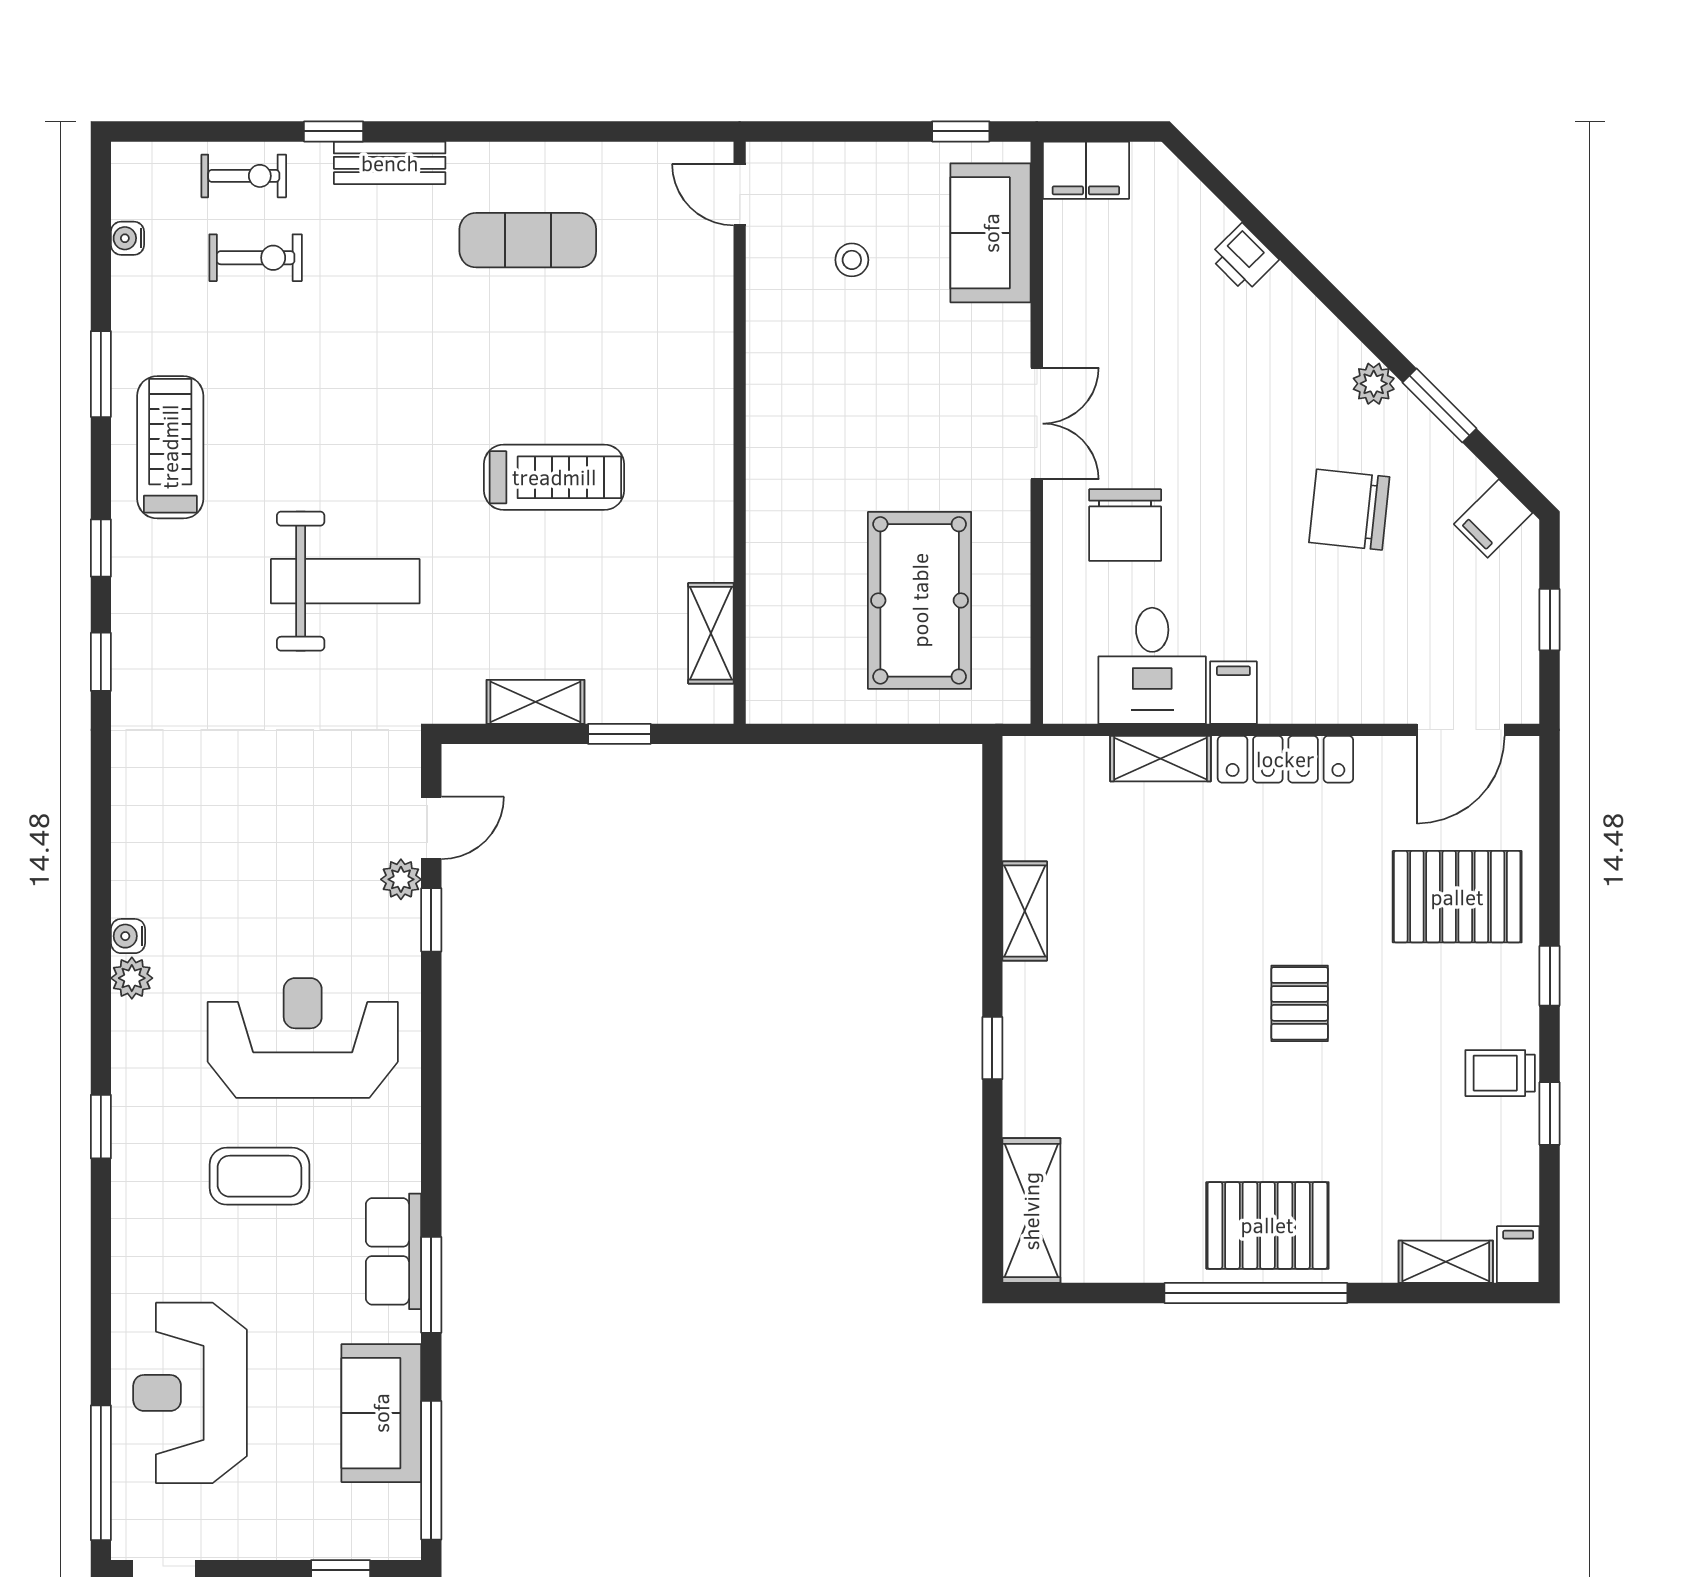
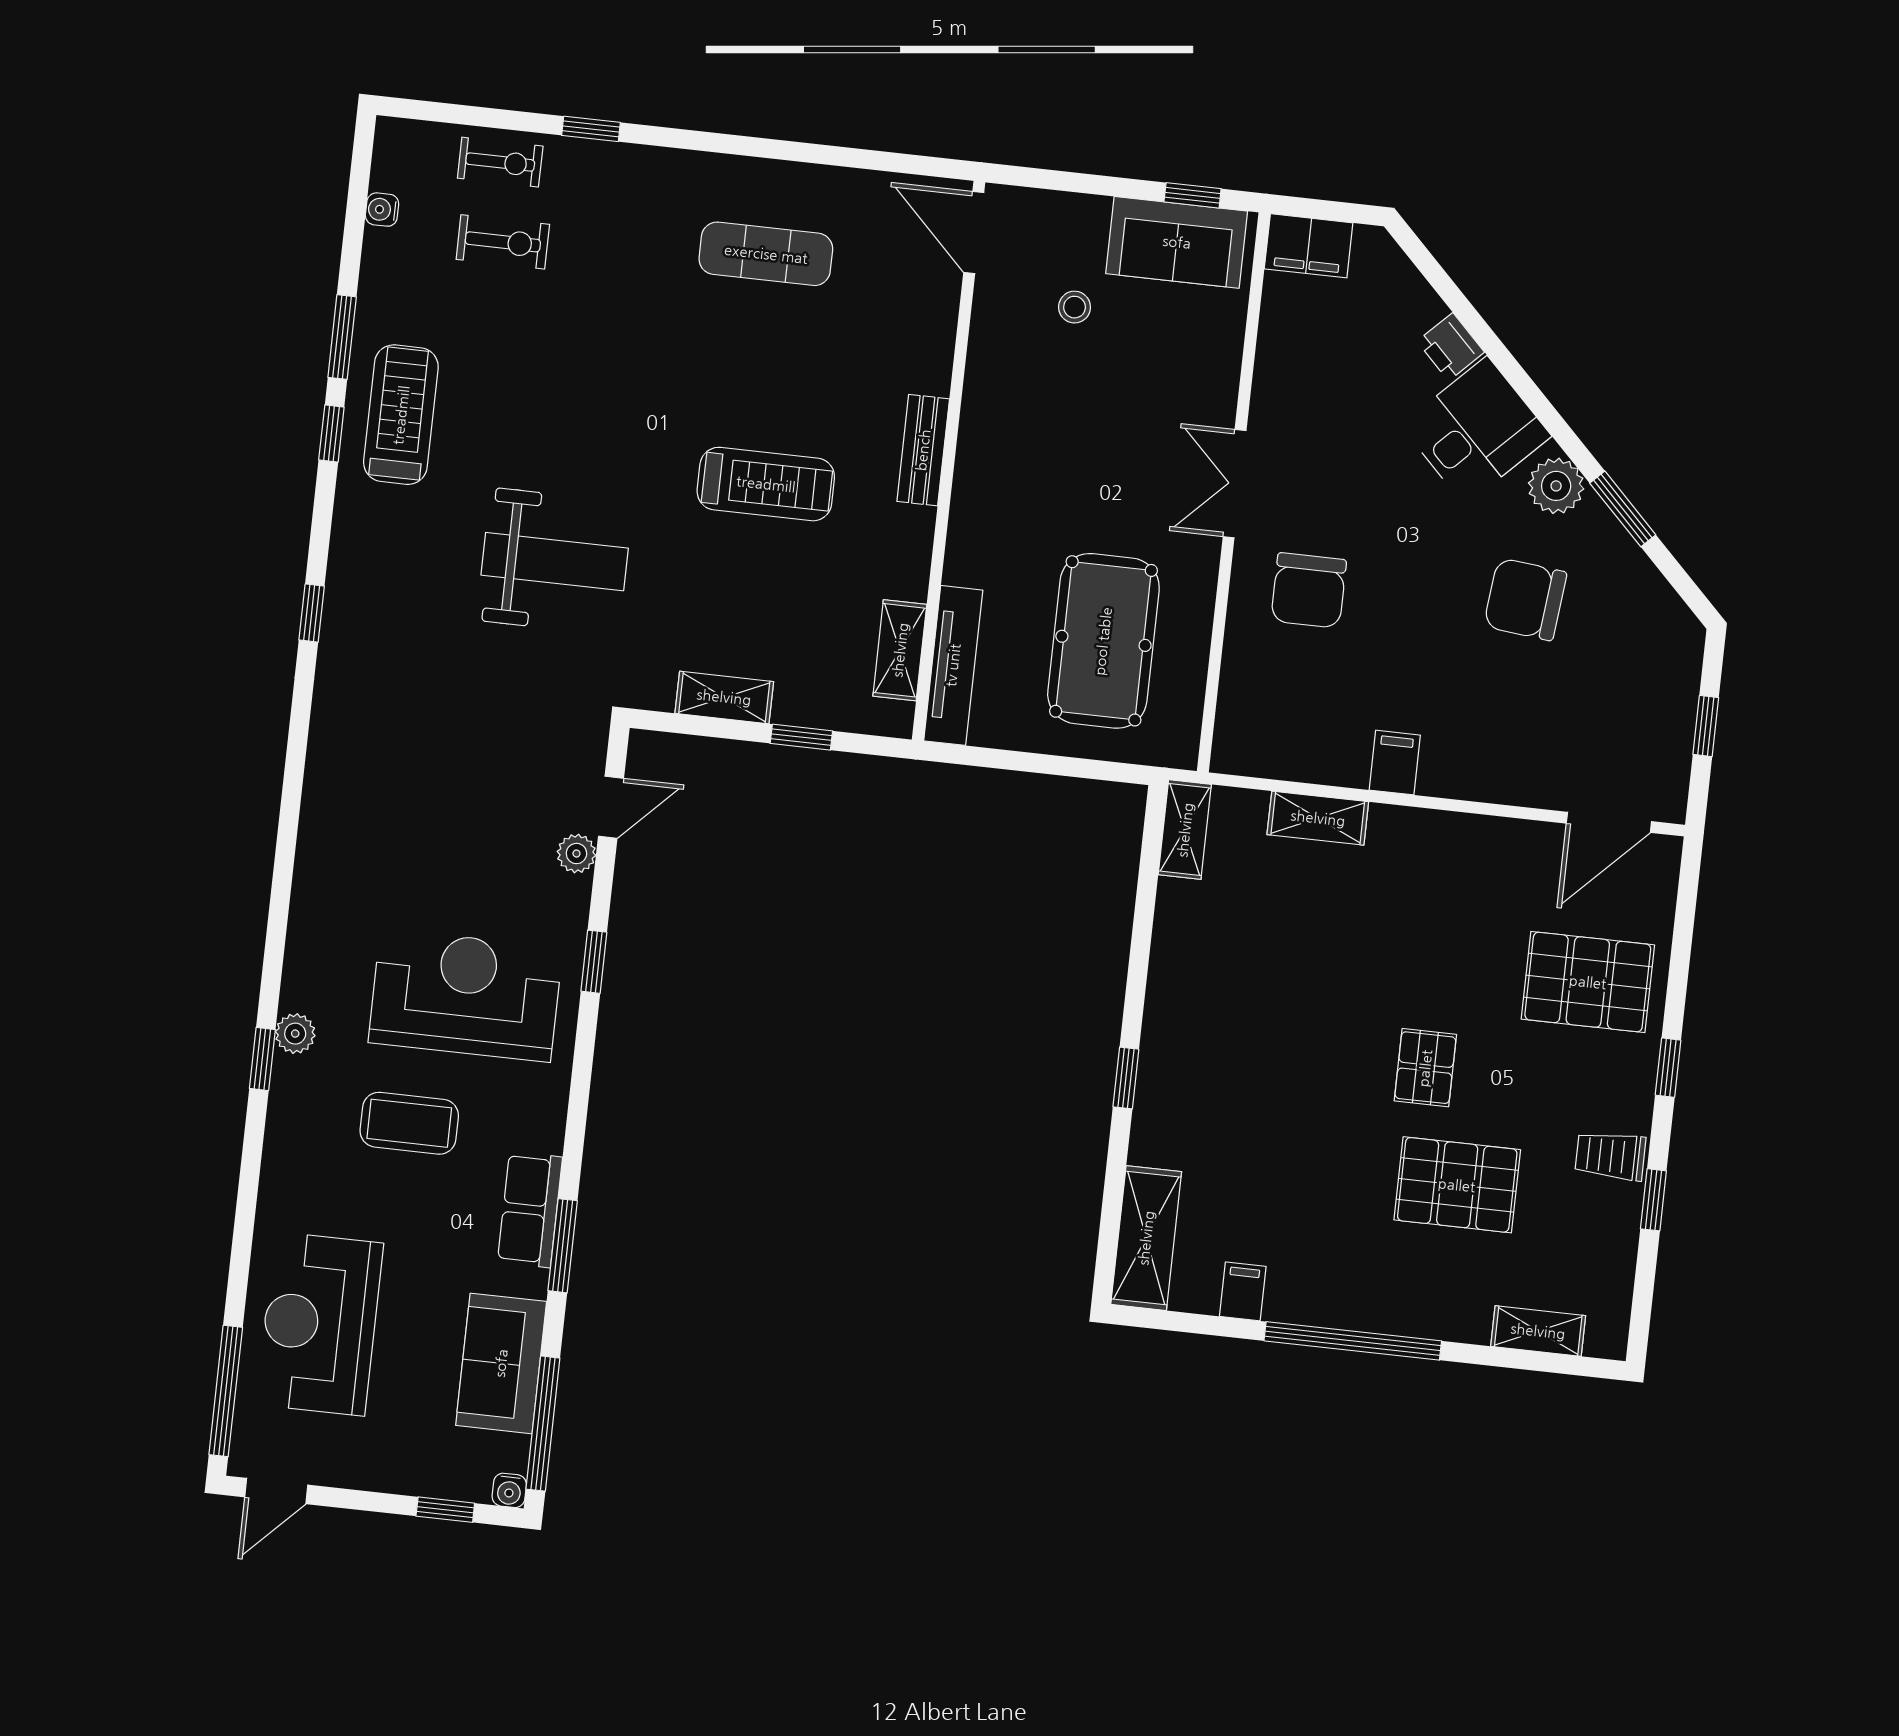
bench: (390, 163) -> (923, 450), moved, turned 90
door: (740, 195) -> (974, 233), width x1.38
sofa: (991, 233) -> (1177, 242), moved, turned -90
plant: (1374, 384) -> (1556, 486), width x1.38, depth x1.38
double door: (1037, 424) -> (1235, 484), swing flipped
filing cabinet: (1493, 518) -> (1662, 623), removed
window: (101, 548) -> (331, 434), moved
tv unit: (768, 643) -> (953, 665), added
desk: (1152, 666) -> (1476, 431), moved, turned -135
locker: (1285, 759) -> (1438, 832), removed
shelving: (1025, 911) -> (1185, 830), moved
window: (431, 920) -> (594, 962), moved
water cooler: (128, 936) -> (509, 1490), moved, turned -90
plant: (132, 978) -> (295, 1034), moved
pallet: (1267, 1225) -> (1457, 1185), moved
filing cabinet: (1518, 1255) -> (1243, 1291), moved

